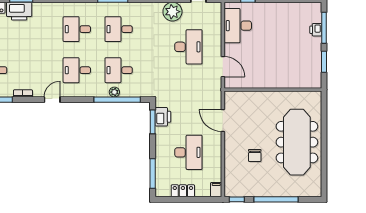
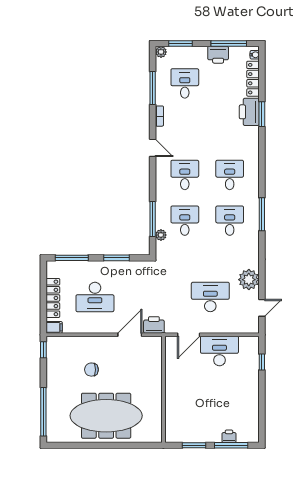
desk: (238, 26) -> (219, 351), moved
desk: (188, 47) -> (210, 297), turned 180
plant: (114, 92) -> (161, 235), moved
window: (117, 100) -> (153, 219), width x0.68
printer: (163, 117) -> (154, 325), moved, turned 180
window: (153, 122) -> (117, 258), moved
locker: (183, 191) -> (53, 298), width x1.53
window: (276, 199) -> (43, 412), moved

